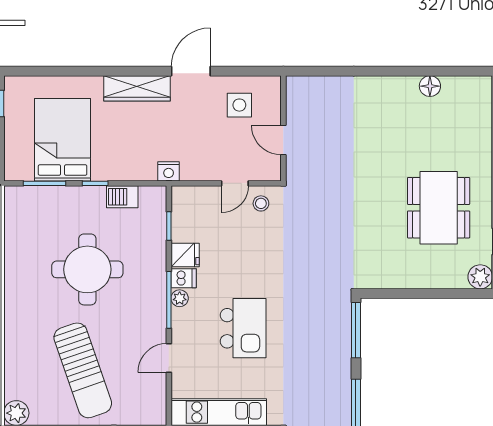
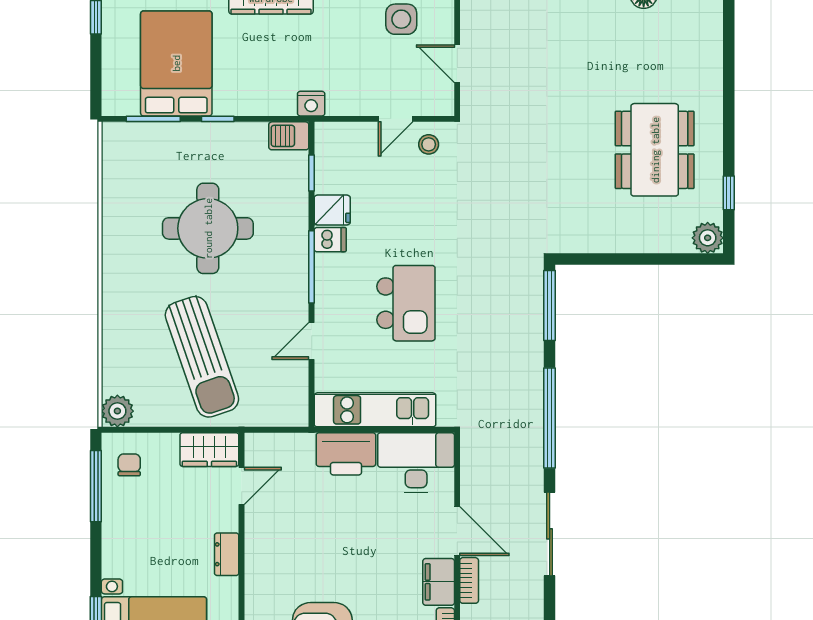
barbecue: (122, 197) -> (289, 136), moved
plant: (180, 298) -> (325, 265), removed

